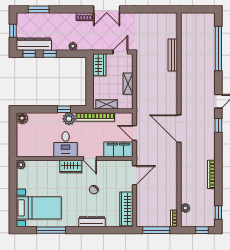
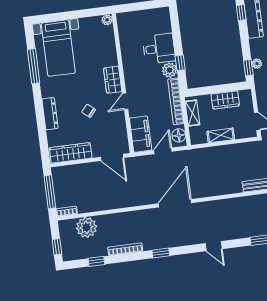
window: (50, 54) -> (248, 68), moved
wardrobe: (99, 65) -> (225, 100), moved
floor lamp: (22, 118) -> (179, 135), moved
window: (218, 125) -> (161, 253), moved
desk: (66, 144) -> (159, 49), moved, turned 180
plant: (185, 208) -> (86, 227), width x1.88, depth x1.88
window: (218, 213) -> (96, 261), moved

